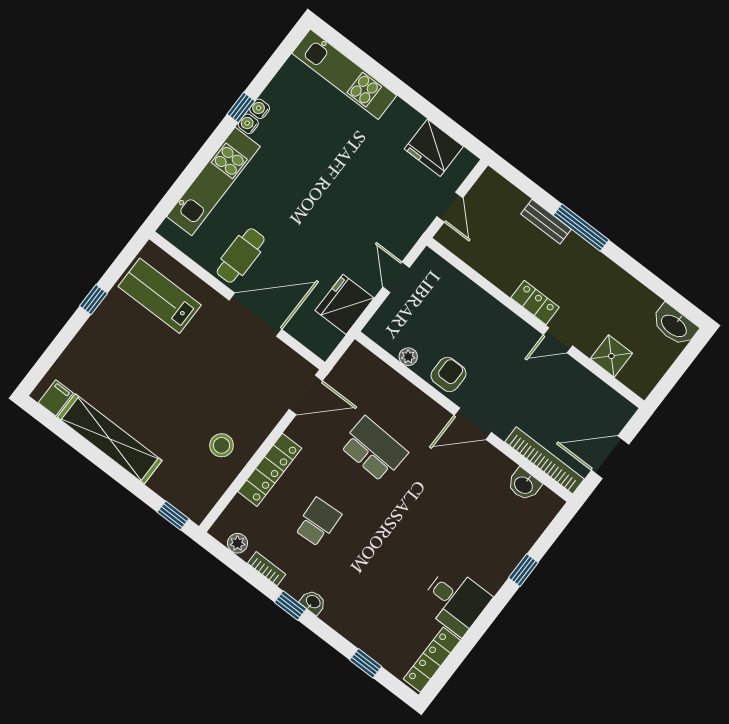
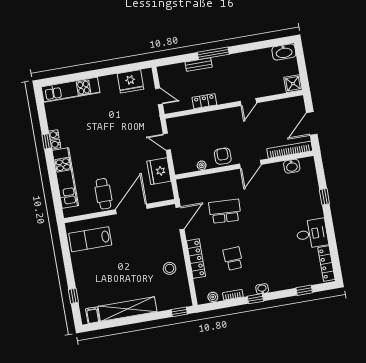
window: (94, 300) -> (73, 296), moved
locker: (535, 303) -> (204, 101), moved
shower: (611, 356) -> (293, 84), moved

